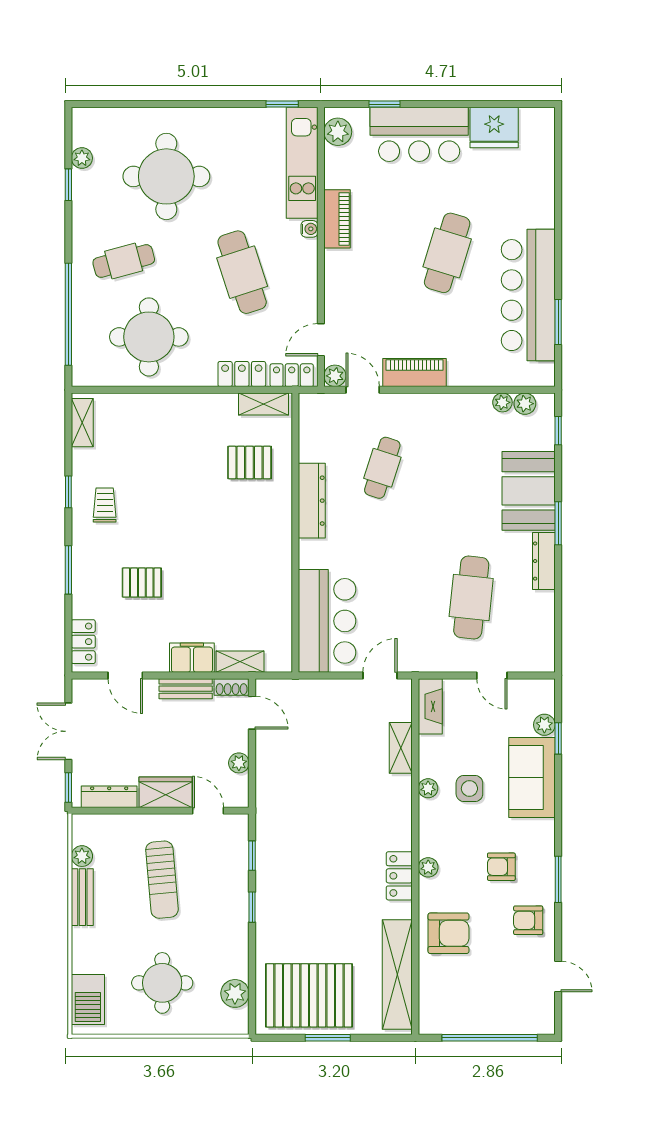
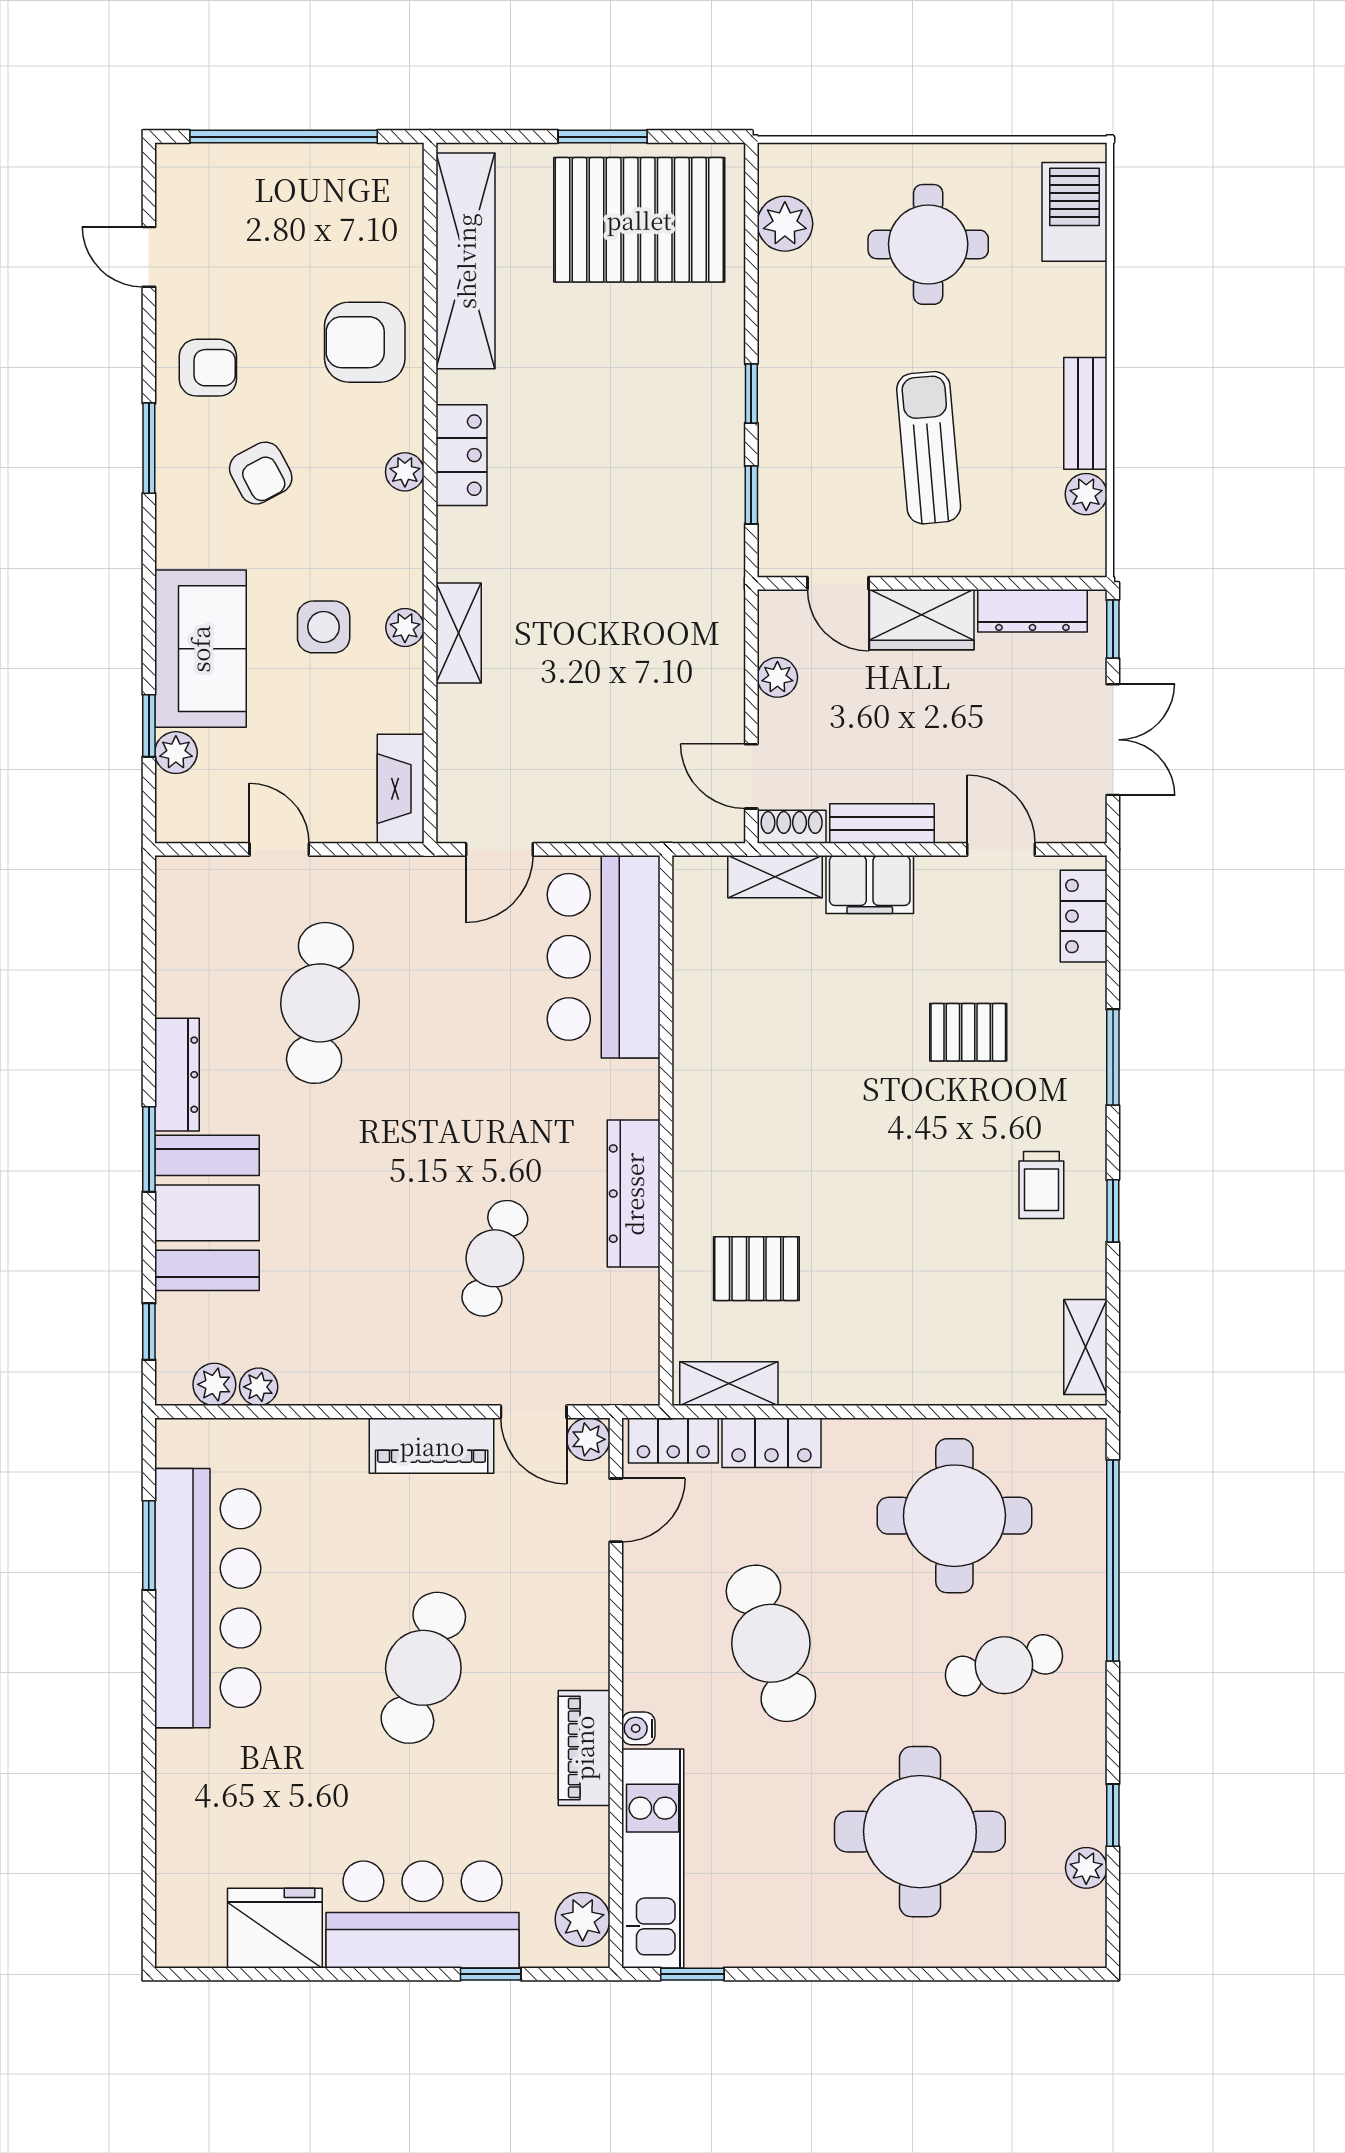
cafe table: (447, 253) -> (423, 1668), moved
shelving: (401, 748) -> (459, 633), moved
armchair: (501, 867) -> (261, 473), turned 62

